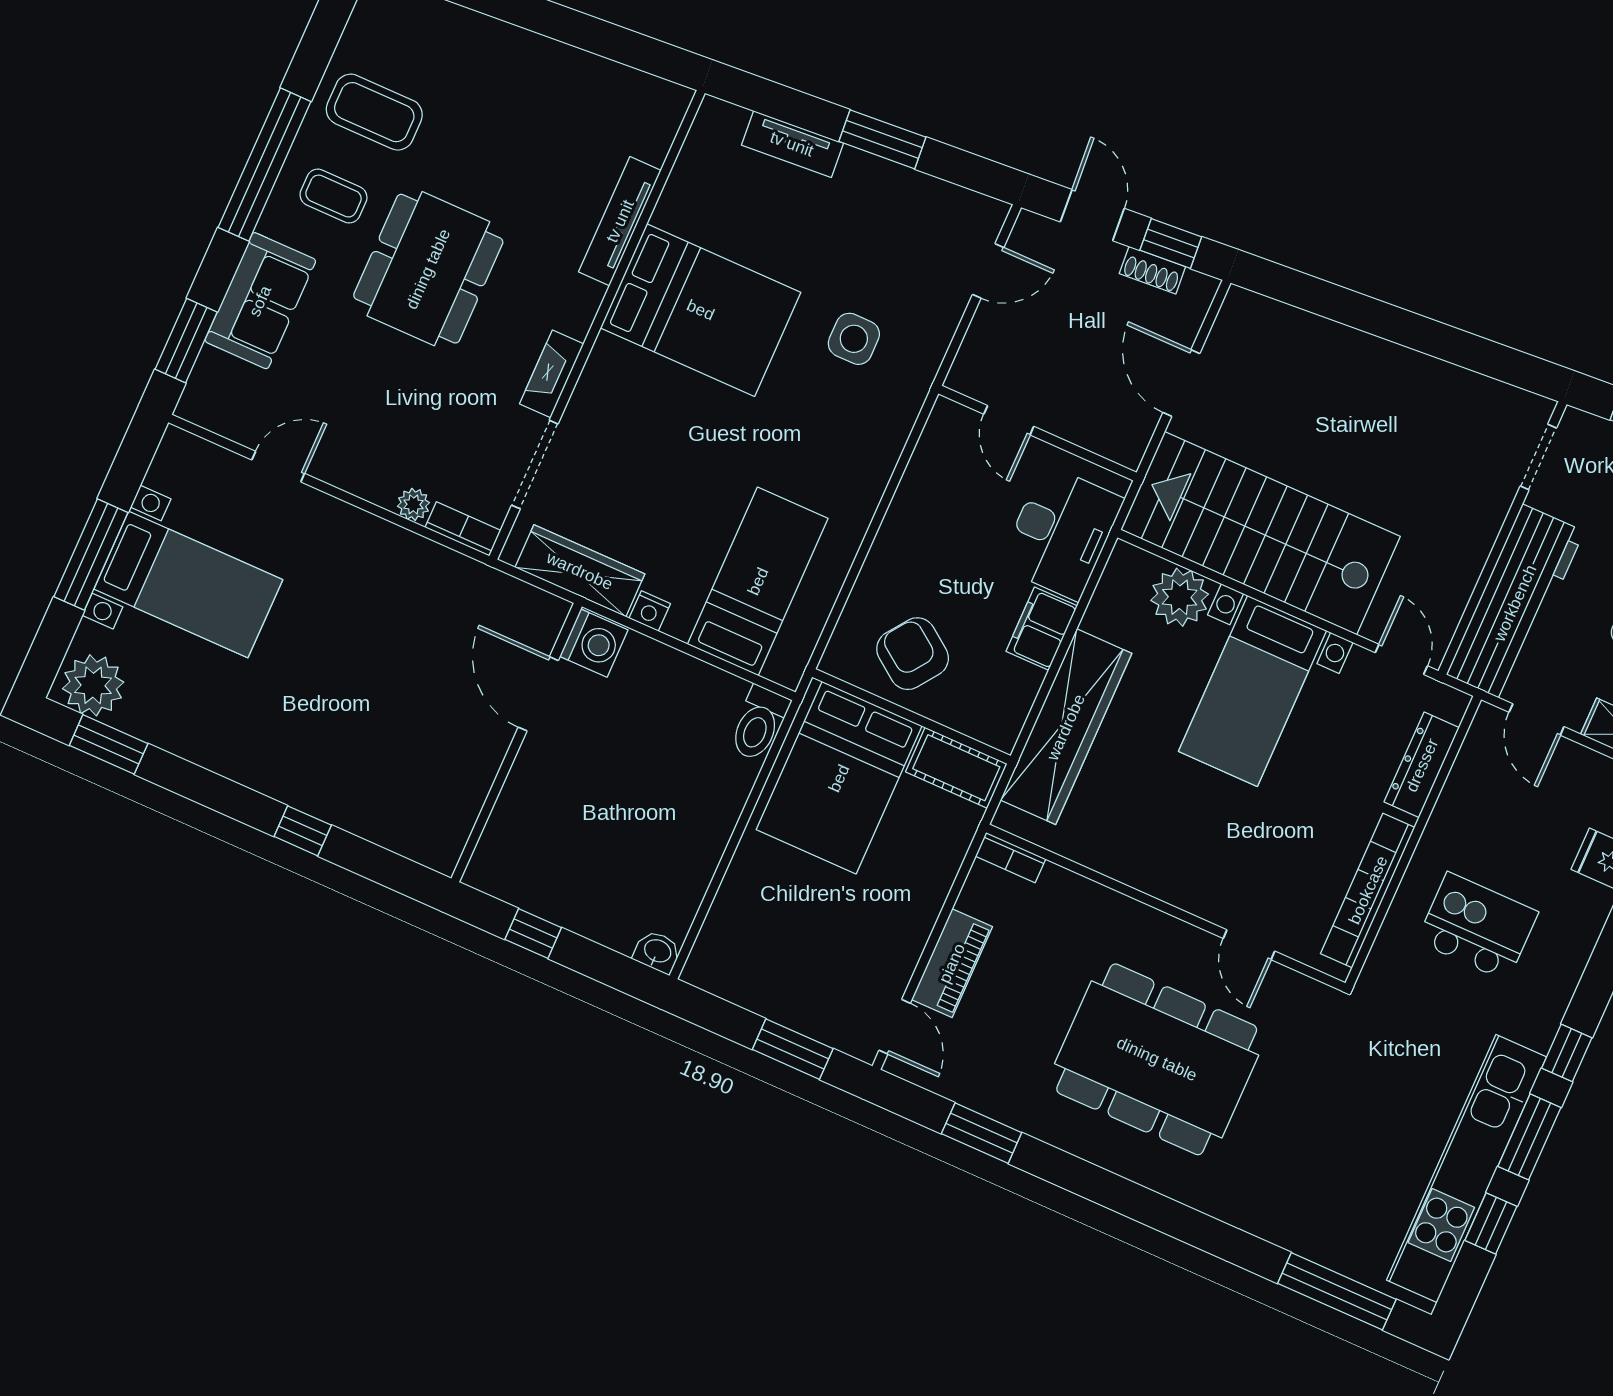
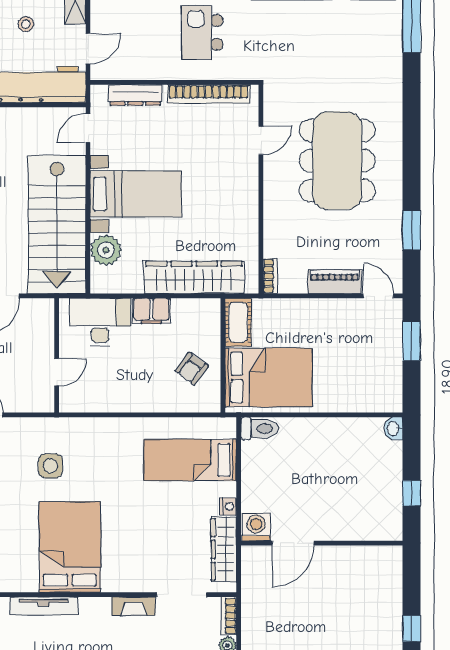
armchair: (913, 654) -> (192, 369), width x0.72, depth x0.72
door: (895, 1027) -> (378, 296), hinge flipped

